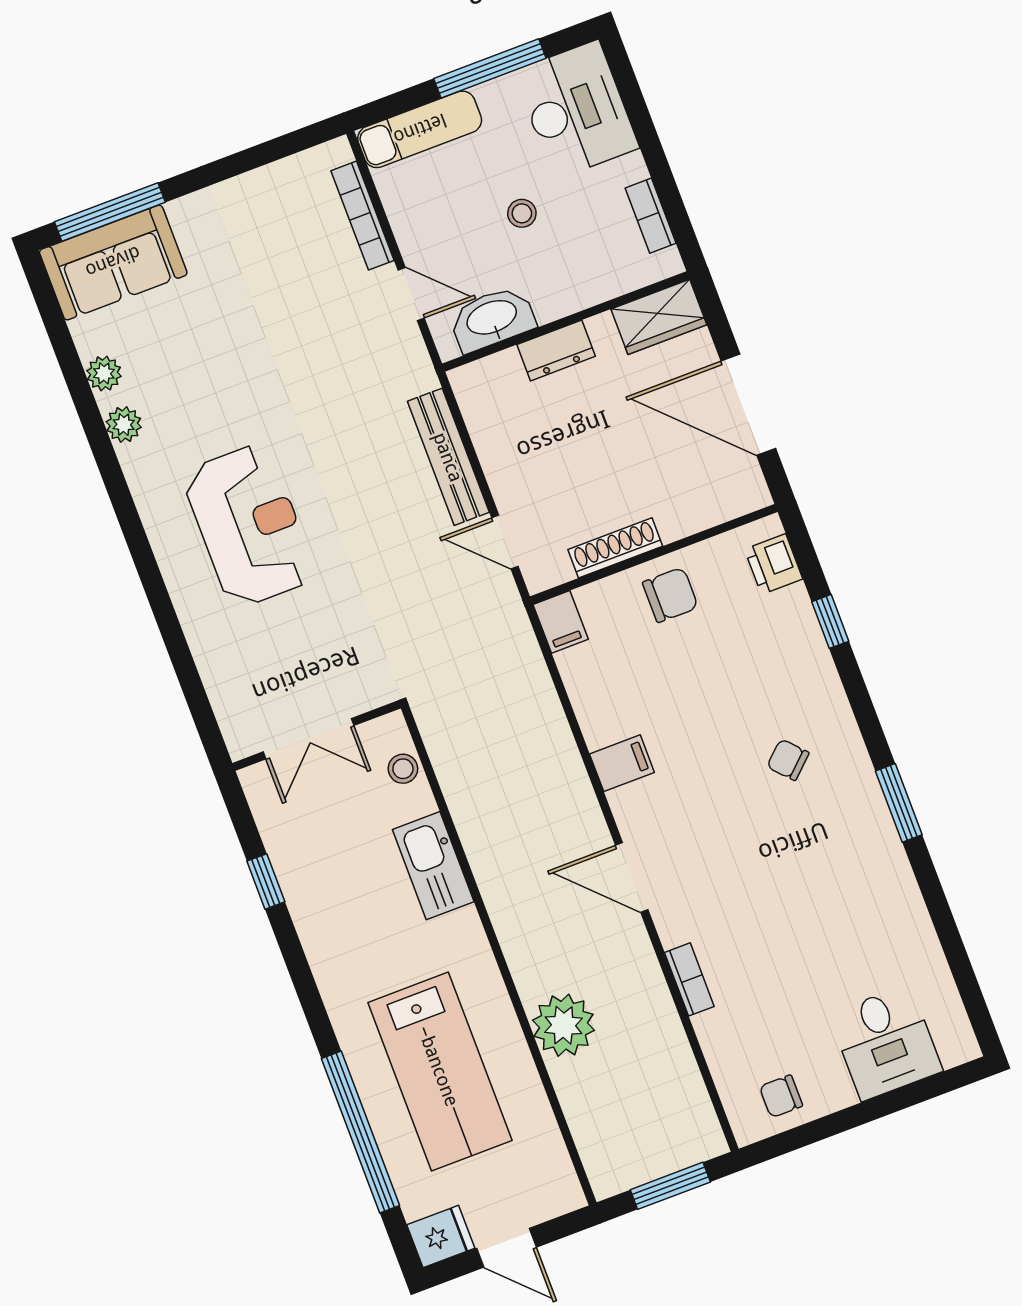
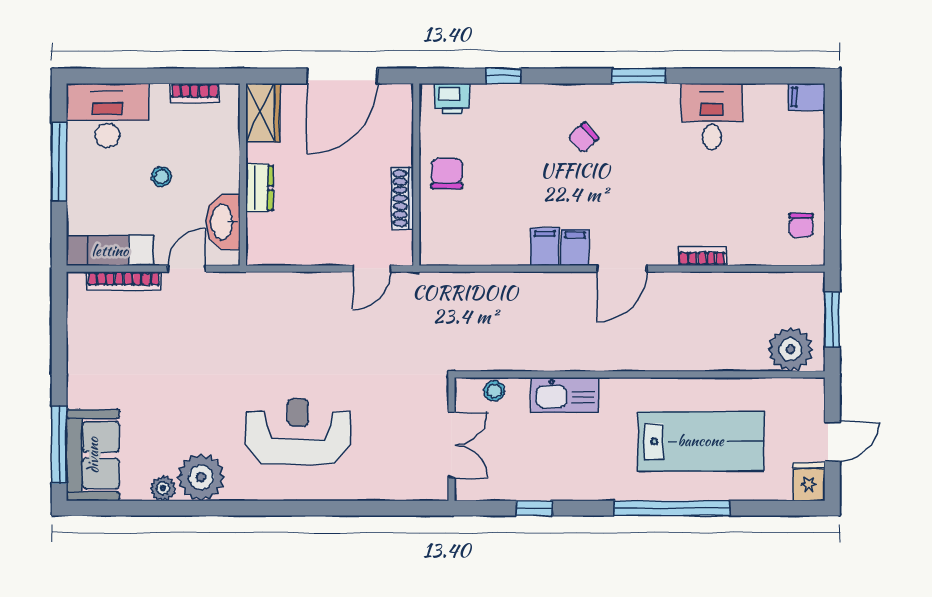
exam couch: (420, 129) -> (110, 251), moved, turned -90
plant: (124, 425) -> (201, 477), width x1.87, depth x1.87
bench: (448, 457) -> (302, 285), removed
filing cabinet: (561, 622) -> (575, 247), moved, turned -90
plant: (564, 1025) -> (790, 349), moved
filing cabinet: (956, 1039) -> (807, 97), added
desk: (886, 1042) -> (712, 116), moved, turned -90
window: (360, 1132) -> (672, 508), moved

